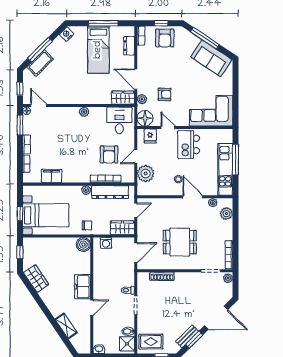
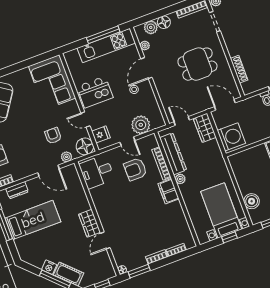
nightstand: (67, 34) -> (49, 267), moved
door: (136, 79) -> (48, 171), hinge flipped
wardrobe: (123, 98) -> (90, 223), moved
door: (38, 106) -> (105, 240), moved
plant: (84, 112) -> (101, 211), removed
door: (168, 128) -> (85, 120), hinge flipped
armchair: (109, 154) -> (135, 169), turned 180
window: (235, 159) -> (103, 35), moved
filing cabinet: (52, 176) -> (168, 191), moved
chair: (87, 225) -> (216, 165), removed
floor lamp: (227, 227) -> (164, 22), added
dining table: (180, 242) -> (197, 64), turned 90
washing machine: (106, 243) -> (231, 137), width x1.89, depth x1.89
boiler: (83, 245) -> (252, 201), moved

